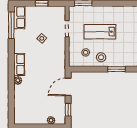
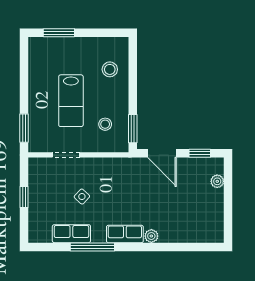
row of seats: (19, 17) -> (71, 234), moved
window: (11, 25) -> (92, 247), moved
stool: (101, 57) -> (110, 69), moved
window: (117, 69) -> (133, 129), moved

